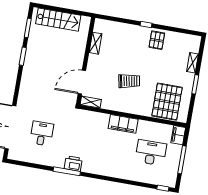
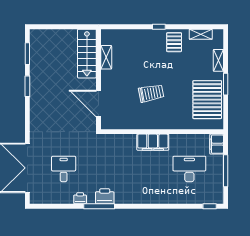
stairs: (58, 20) -> (87, 54), moved, turned 90
door: (82, 82) -> (98, 104), hinge flipped
shelving: (91, 102) -> (201, 34), moved
pallet: (167, 102) -> (207, 100), moved
printer: (52, 162) -> (80, 198), added

